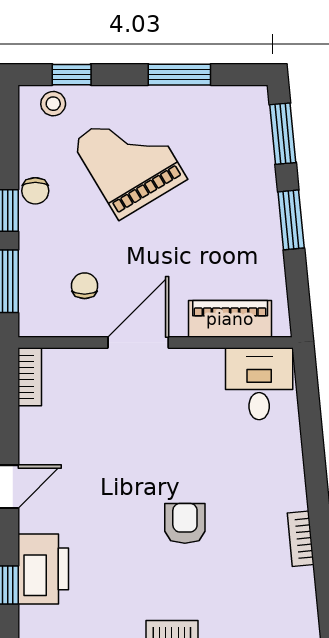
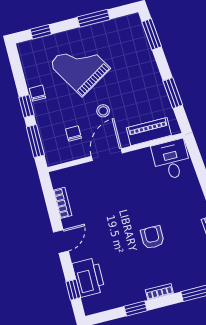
stool: (53, 104) -> (103, 111), moved
chair: (35, 191) -> (38, 93), turned 180
window: (291, 220) -> (173, 93), moved
bookcase: (30, 377) -> (63, 203), moved

